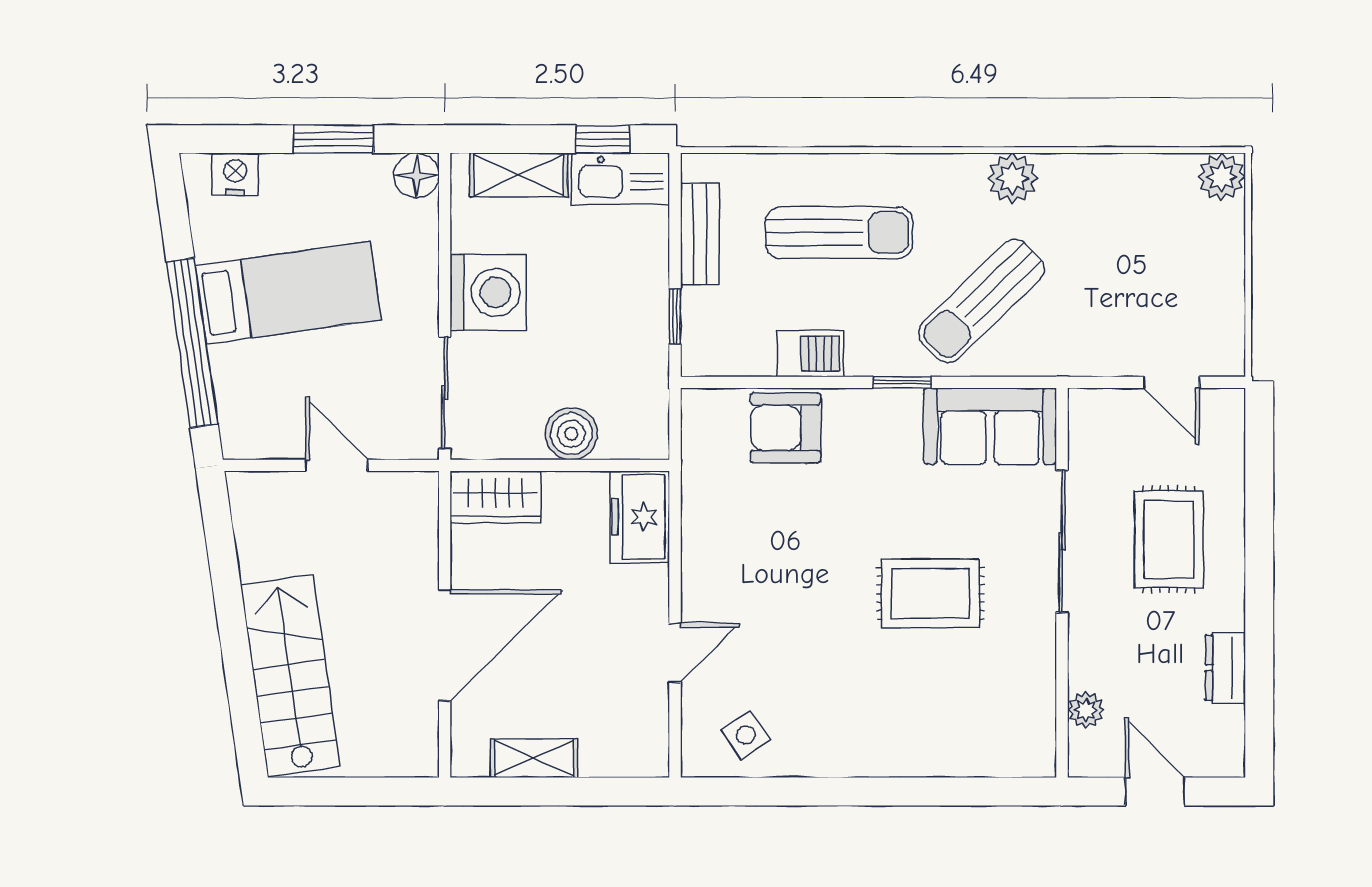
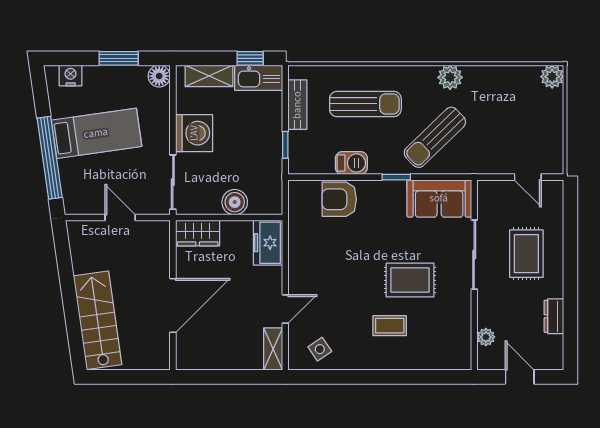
coffee table: (889, 687) -> (390, 326), added
shelving: (534, 758) -> (273, 349), moved, turned 90

